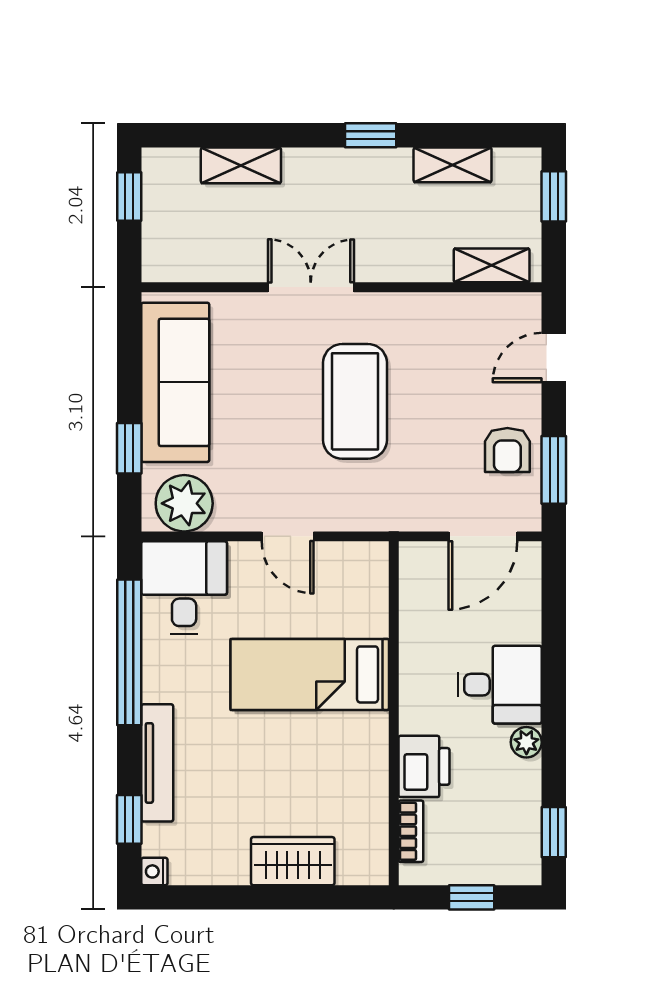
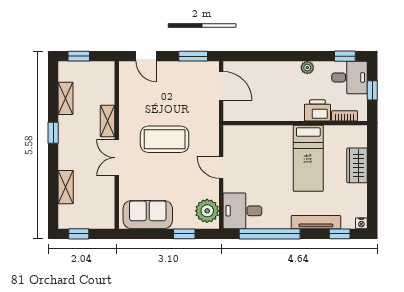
shelving: (492, 265) -> (108, 121), moved
sofa: (175, 382) -> (148, 215), width x0.73
armchair: (507, 450) -> (185, 75), removed
door: (288, 536) -> (221, 168), swing flipped
bed: (310, 674) -> (308, 158), moved
desk: (500, 685) -> (350, 77), moved, turned 90

